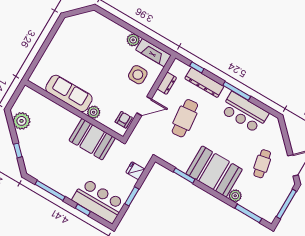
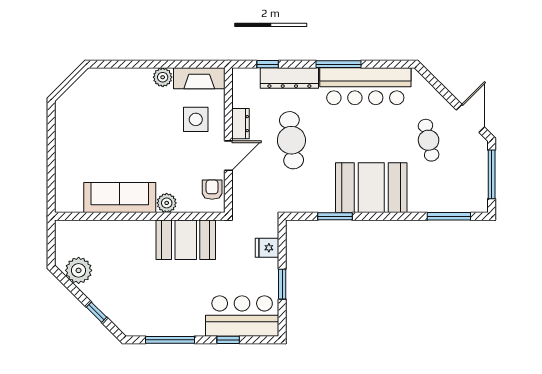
dresser: (167, 83) -> (241, 124), moved
bar counter: (244, 112) -> (365, 86), width x1.36
plant: (235, 196) -> (418, 203), removed

